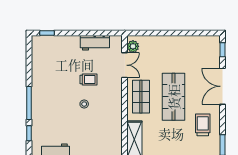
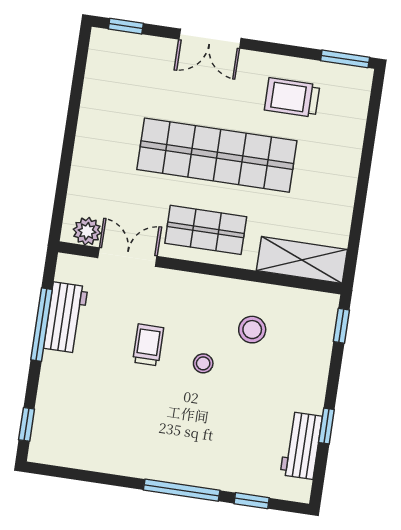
window: (90, 33) -> (41, 325), added
double door: (222, 86) -> (210, 39), width x0.73
shop shelf: (174, 97) -> (217, 155), width x1.40
stool: (102, 123) -> (252, 330), added

